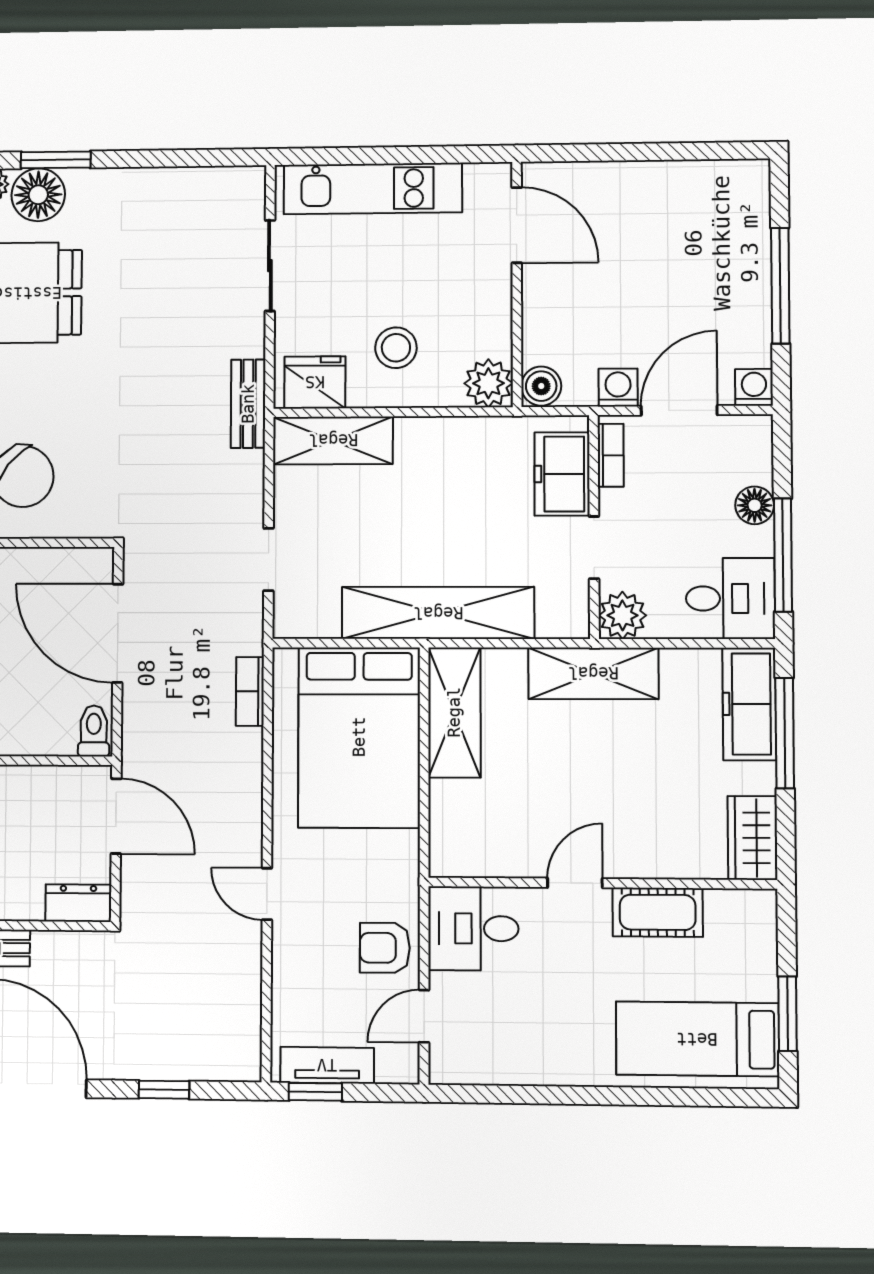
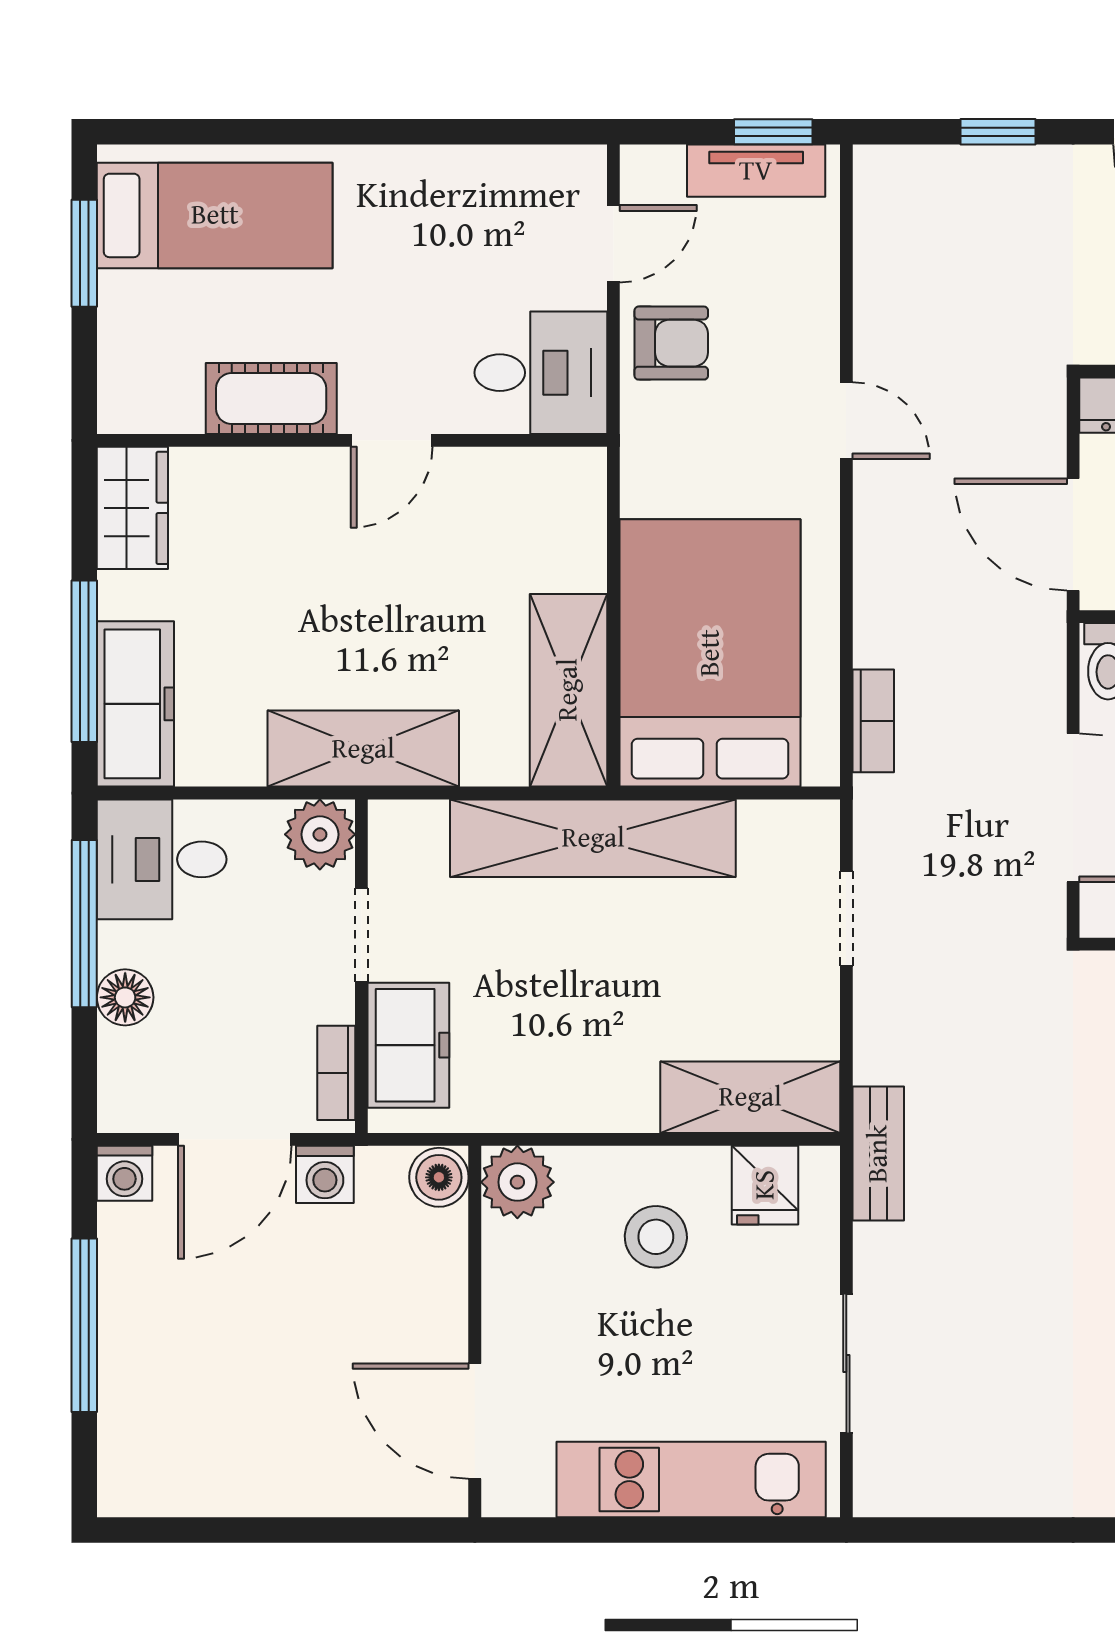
fridge: (315, 382) -> (765, 1185), width x0.72

